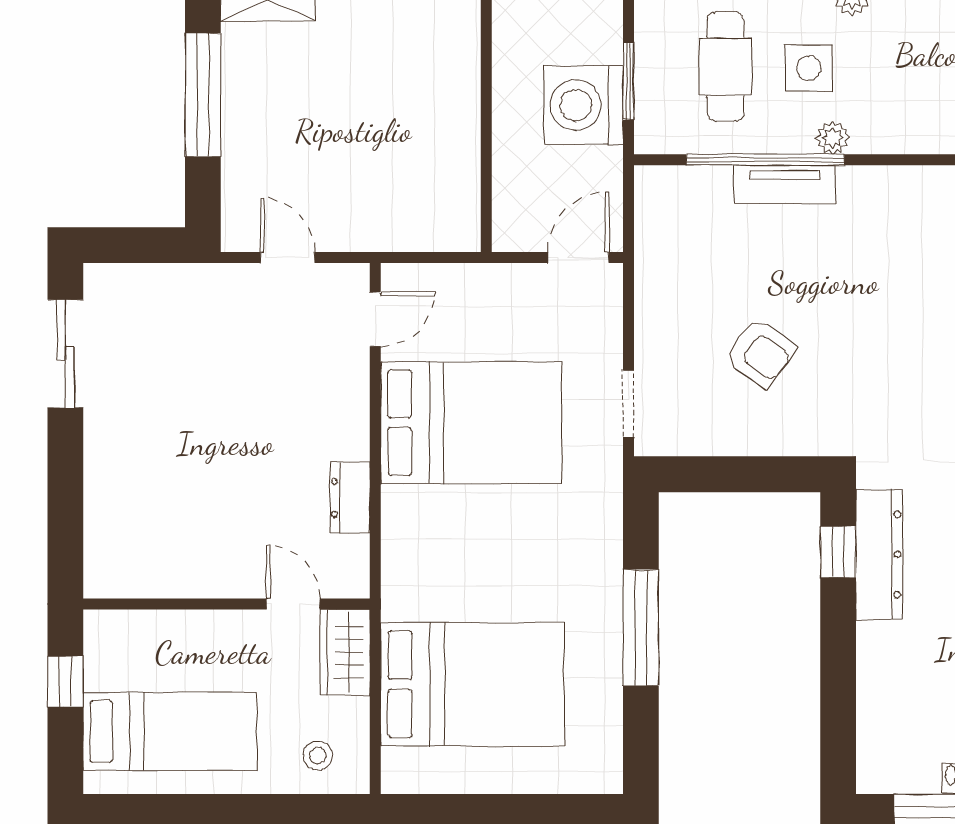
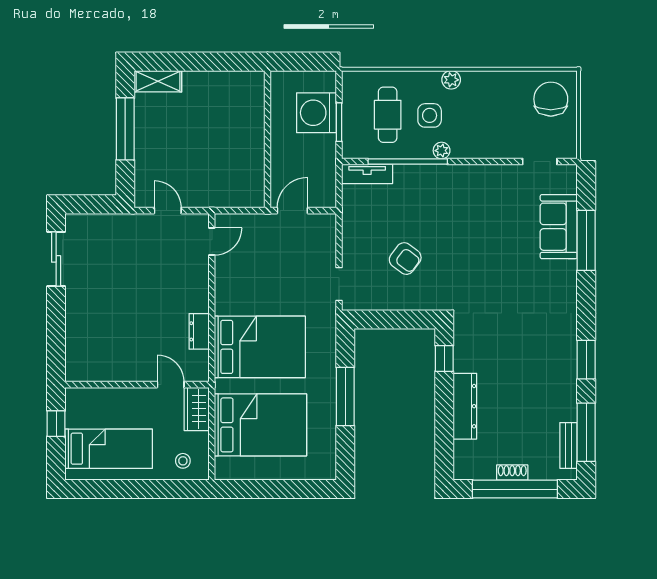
washing machine: (584, 105) -> (316, 113), moved
tv unit: (785, 184) -> (367, 174), moved
door: (579, 258) -> (292, 211), moved
bed: (471, 423) -> (260, 347), moved
dresser: (879, 554) -> (465, 406), moved

